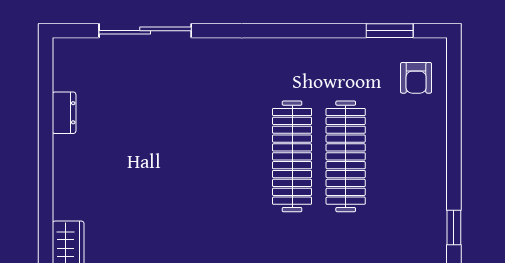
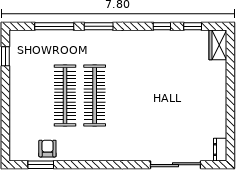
armchair: (416, 78) -> (47, 149), moved
dresser: (64, 113) -> (220, 150), moved

